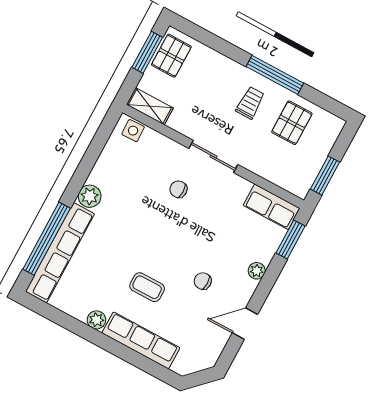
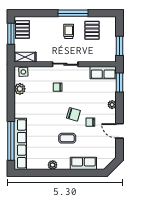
plant: (90, 196) -> (20, 89), moved
chair: (180, 251) -> (73, 114), added
door: (245, 324) -> (119, 131), hinge flipped
row of seats: (141, 340) -> (83, 163), width x0.68

